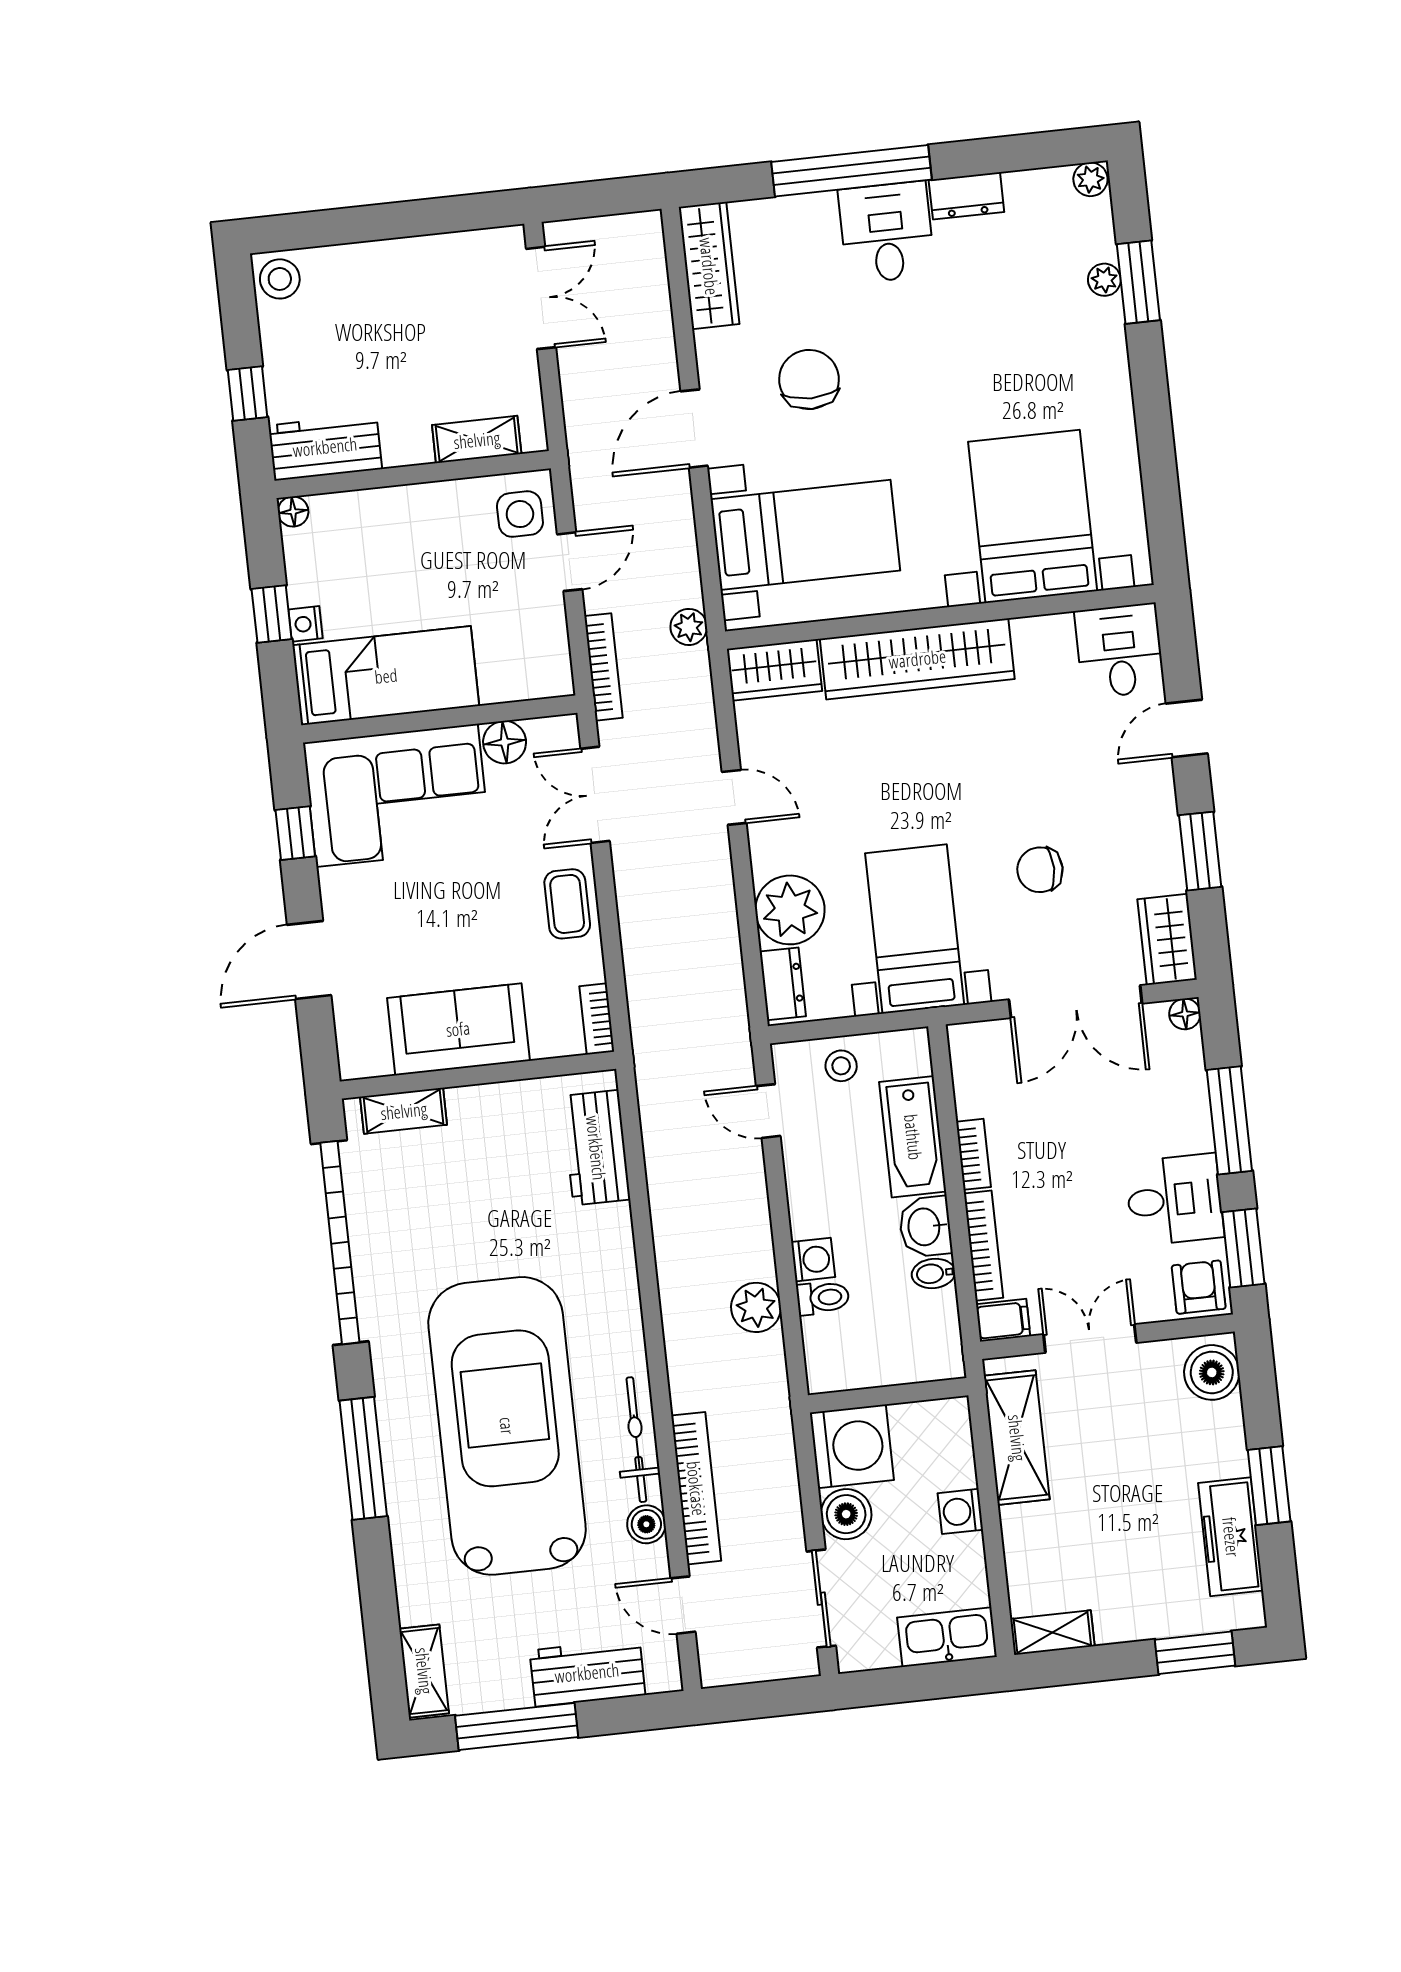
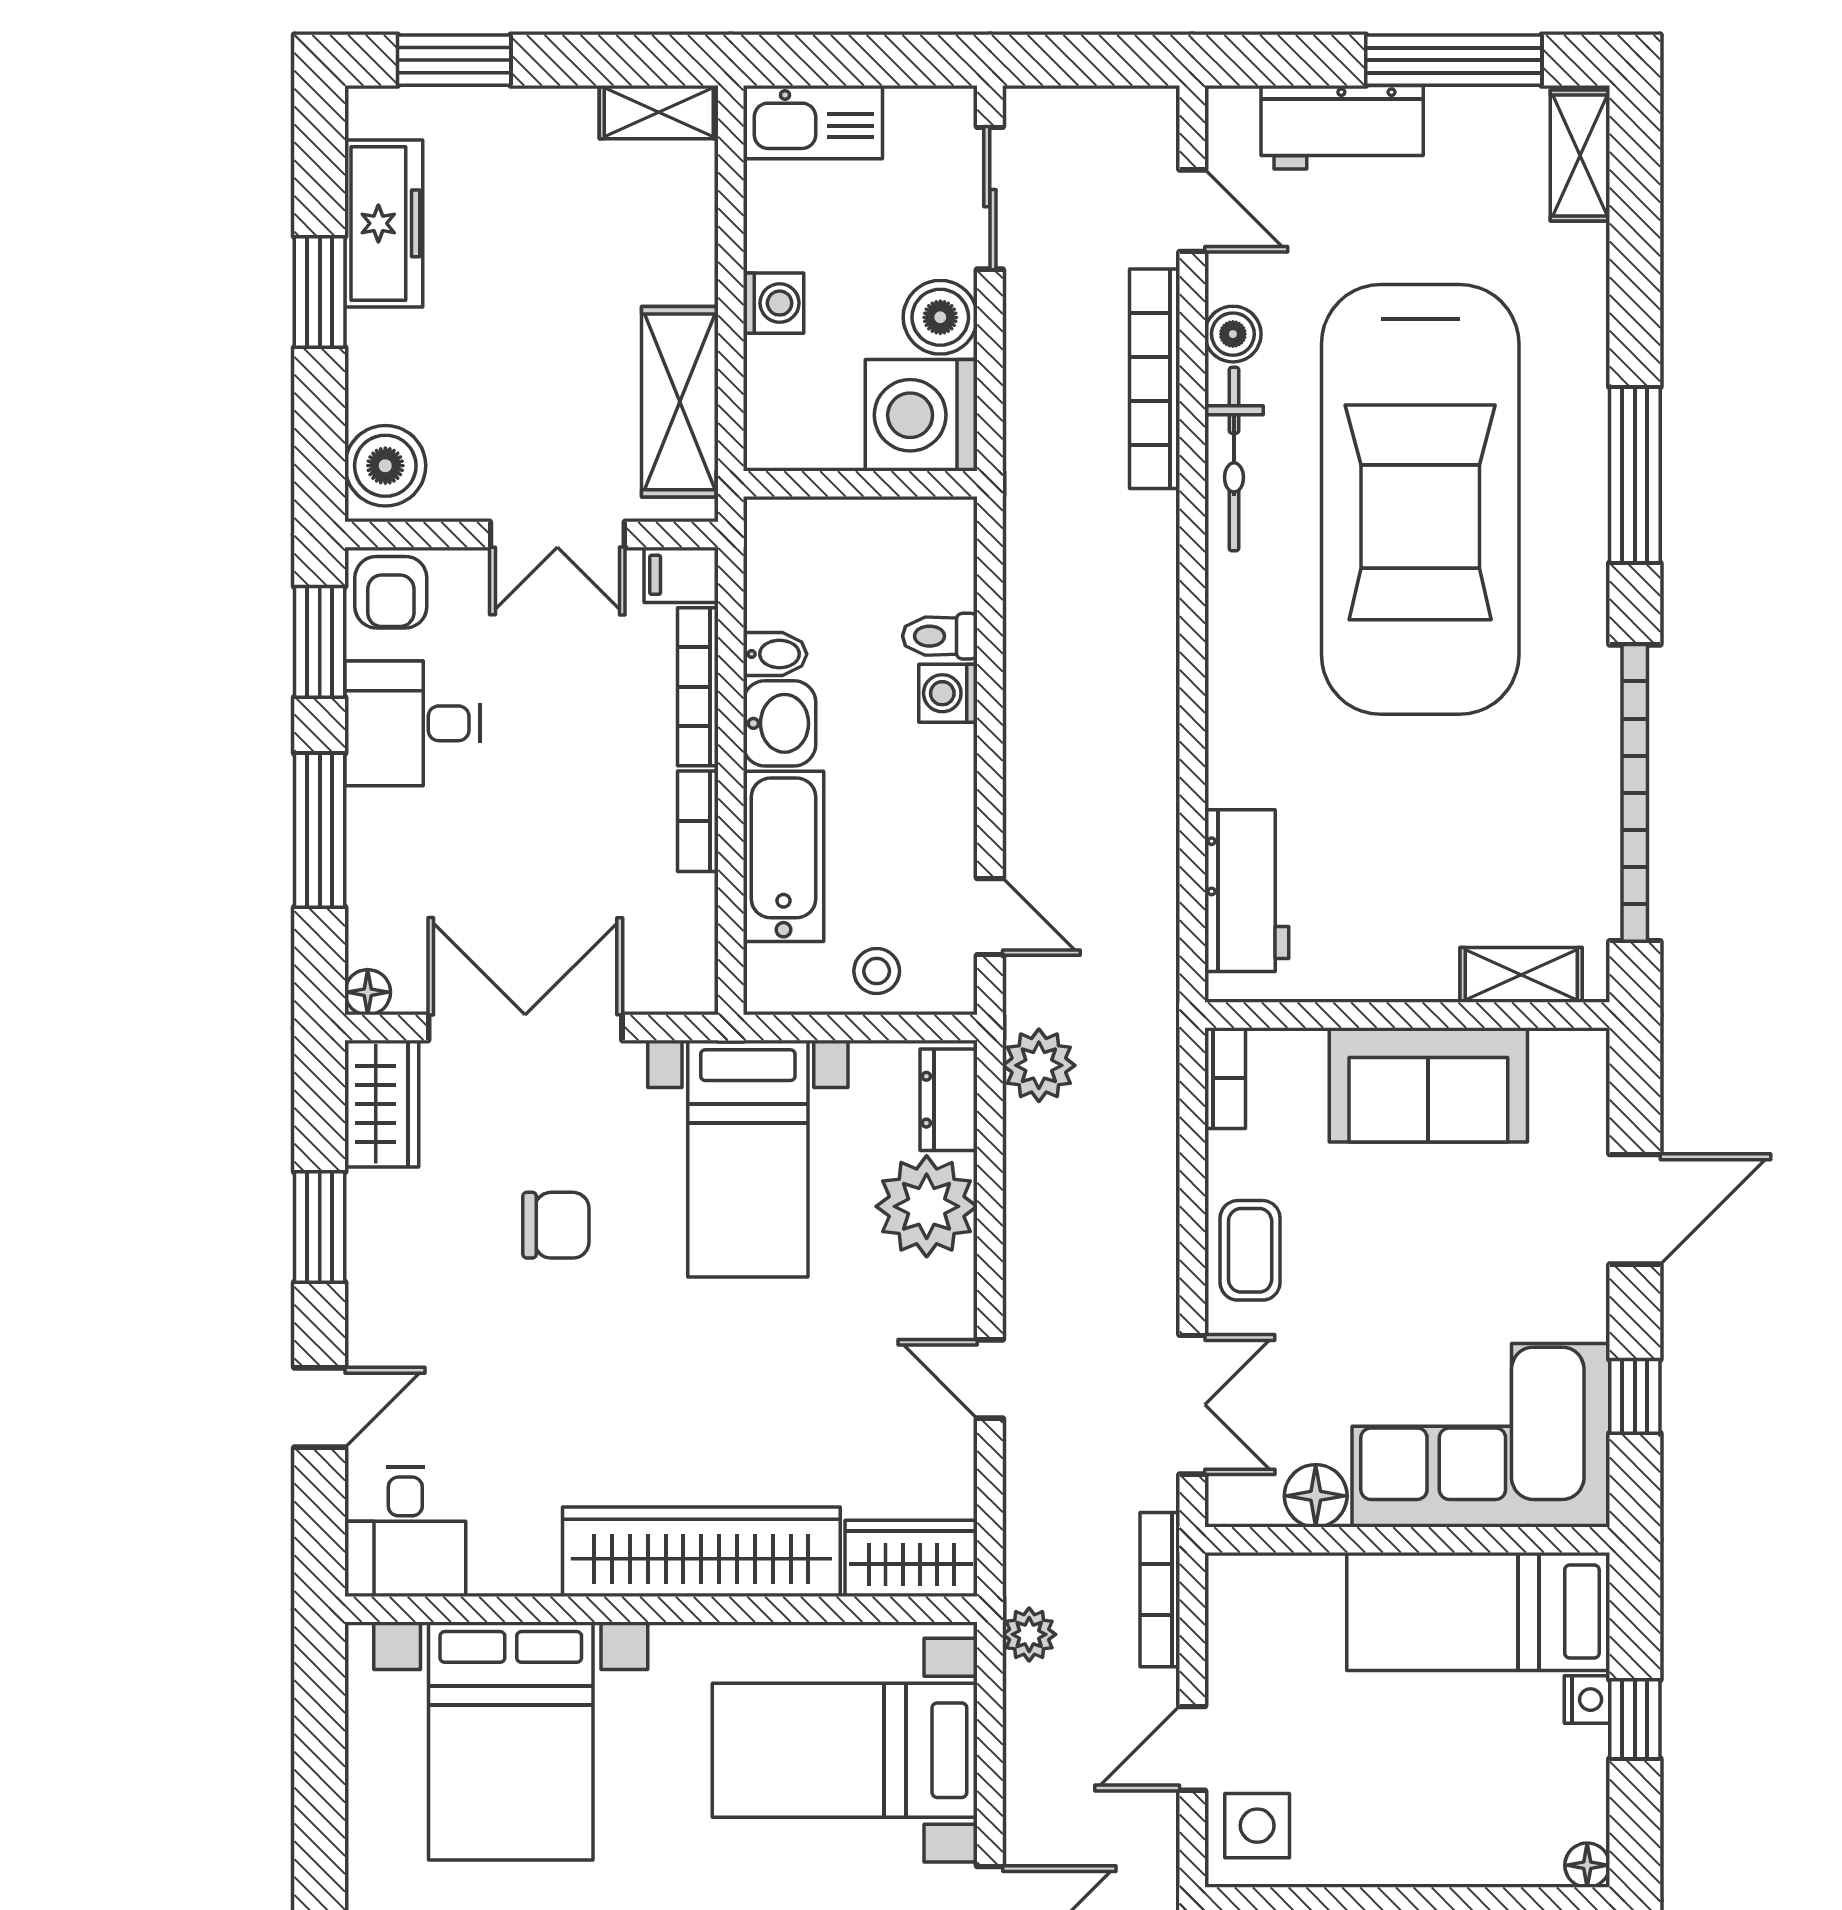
plant: (756, 1307) -> (1039, 1065), moved

